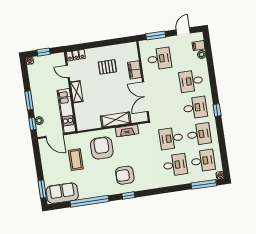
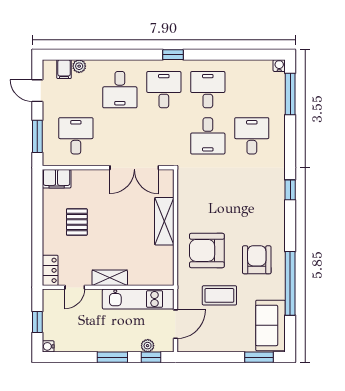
filing cabinet: (135, 70) -> (57, 179), moved
fireplace: (127, 131) -> (185, 205), removed
desk: (203, 161) -> (252, 90), removed
armchair: (125, 175) -> (257, 260), moved, turned 180
window: (128, 195) -> (290, 190), moved

